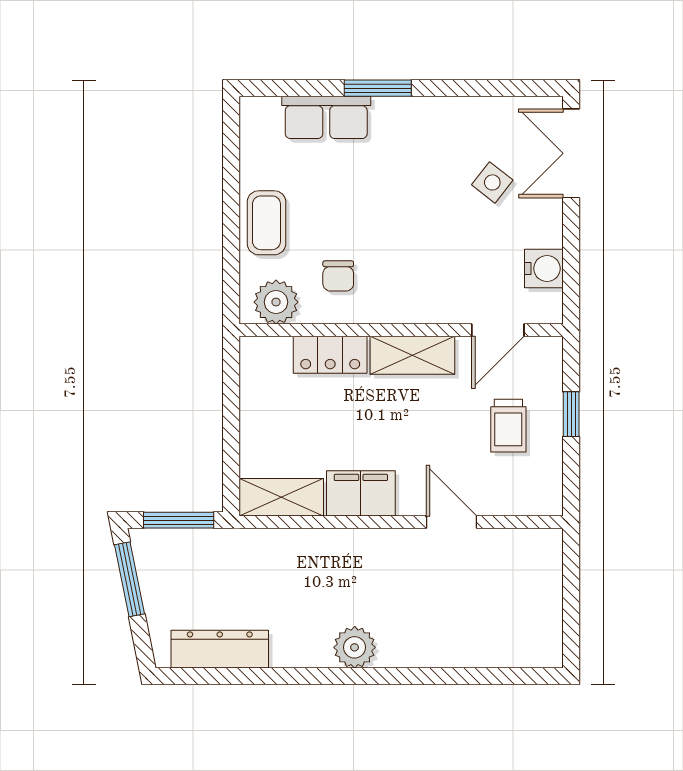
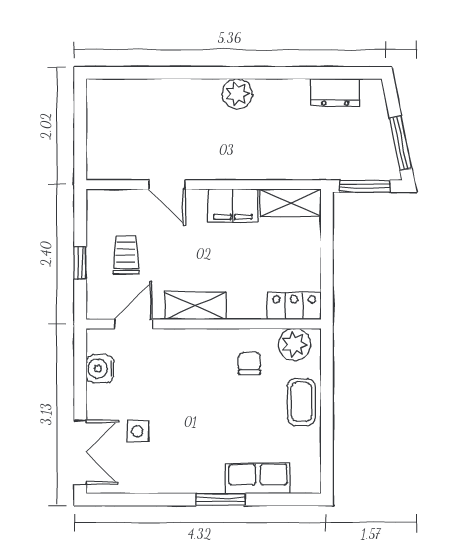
side table: (492, 182) -> (137, 431), turned -38
locker: (330, 355) -> (294, 306), moved
dresser: (220, 649) -> (335, 92), width x0.70

